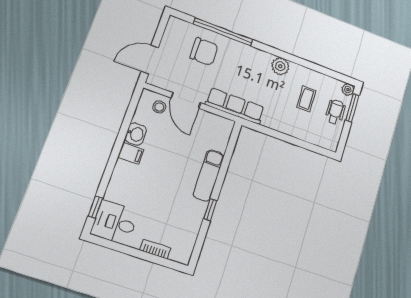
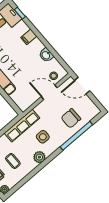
door: (150, 60) -> (82, 86), swing flipped
side table: (251, 76) -> (43, 137), added
row of seats: (235, 106) -> (22, 126), moved
filing cabinet: (131, 153) -> (29, 37), moved

